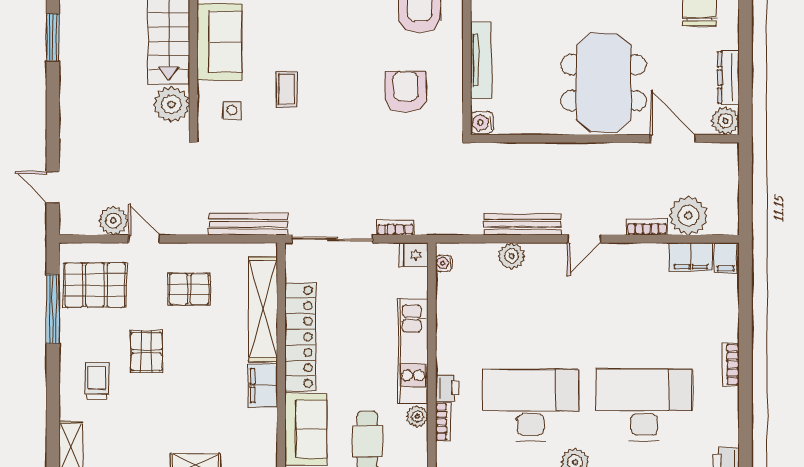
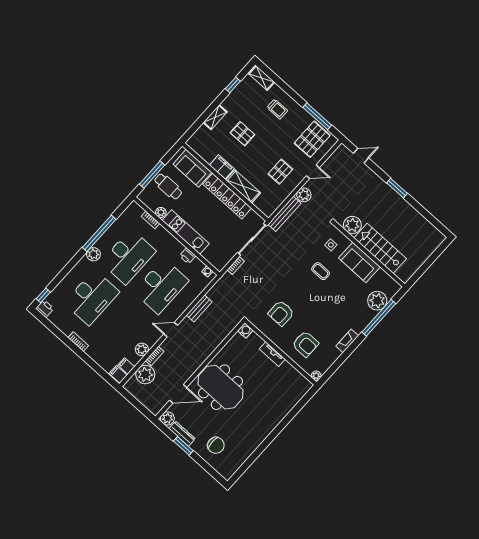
window: (53, 37) -> (397, 188), moved
window: (745, 59) -> (183, 446), added
tv unit: (481, 60) -> (272, 354), width x0.71
armchair: (406, 92) -> (281, 313), turned 90
plant: (113, 221) -> (304, 195), moved
bench: (522, 224) -> (199, 308), width x0.73
door: (584, 239) -> (171, 330), hinge flipped
fridge: (413, 255) -> (220, 263), removed
plant: (512, 256) -> (142, 349), moved
filing cabinet: (691, 257) -> (126, 366), width x0.50
shelving: (263, 309) -> (243, 186), width x0.68
desk: (531, 314) -> (161, 286), added
pallet: (147, 351) -> (242, 134), moved
printer: (447, 388) -> (187, 256), moved

